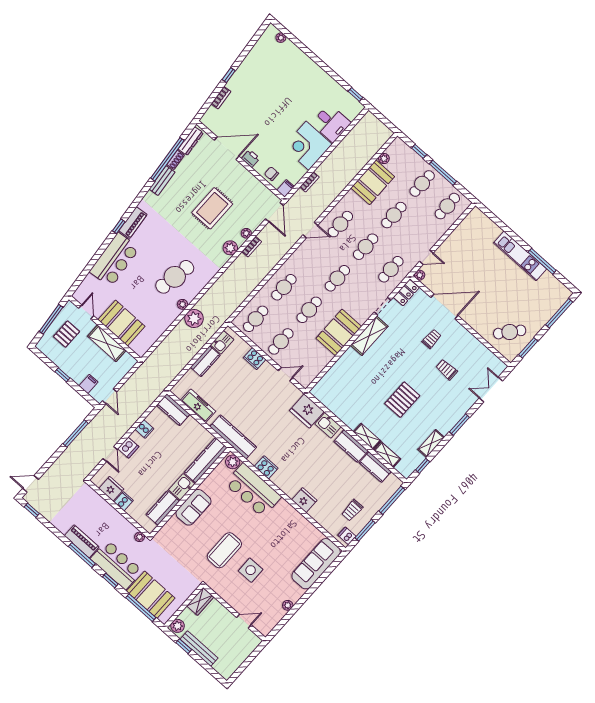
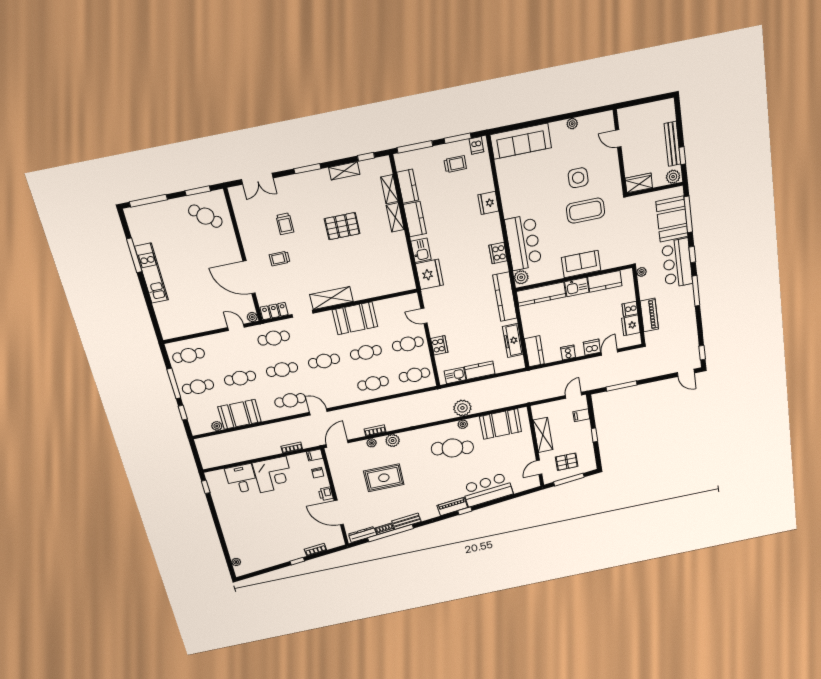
booth: (121, 323) -> (501, 424), moved, turned 90
piano: (82, 541) -> (649, 315), moved, turned 180

